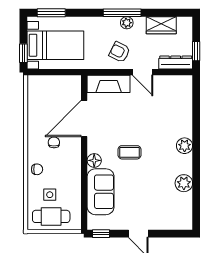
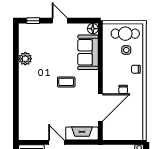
plant: (185, 146) -> (25, 87), removed
floor lamp: (94, 160) -> (93, 29), moved
window: (101, 234) -> (33, 21), moved

